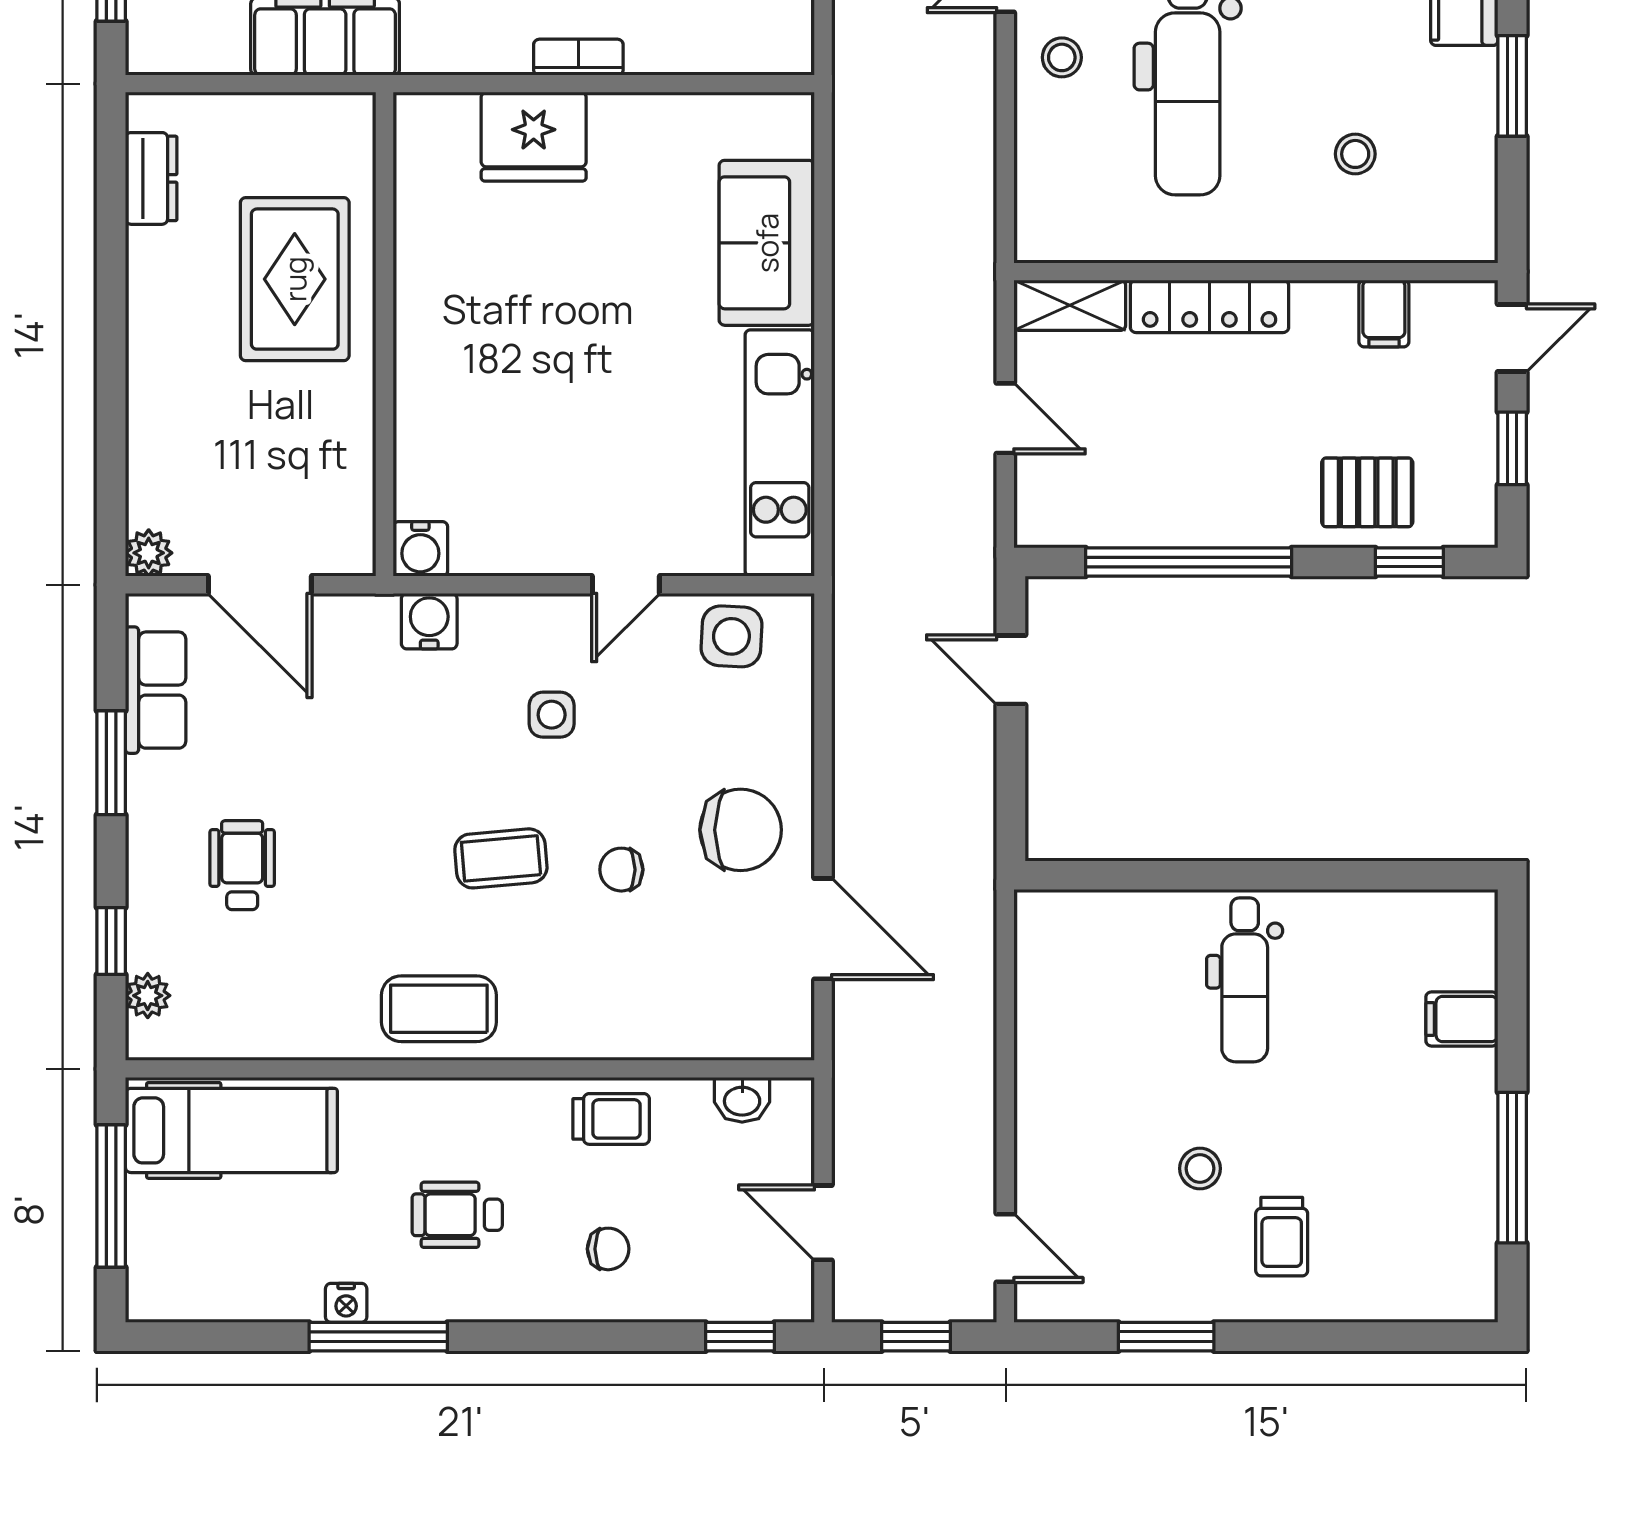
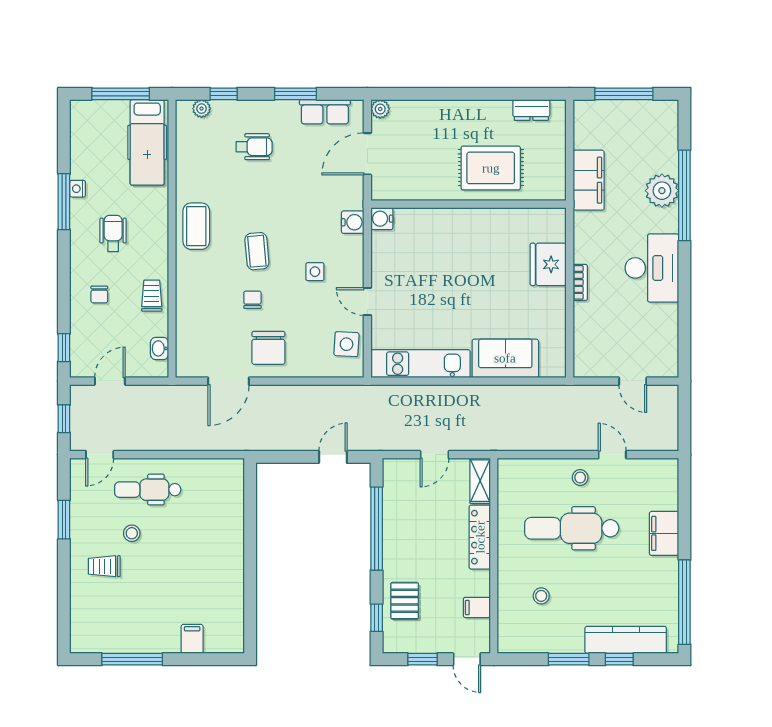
dental chair: (1245, 980) -> (148, 490), moved
trolley: (611, 1119) -> (152, 296), turned 180

